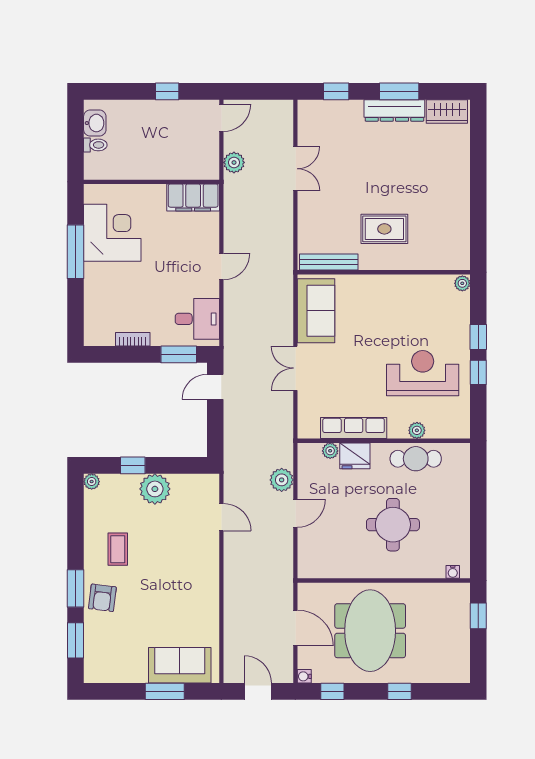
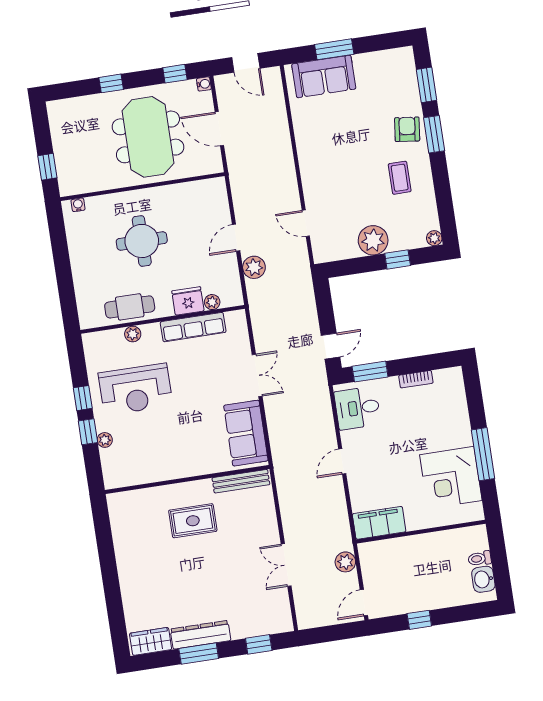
plant: (462, 283) -> (105, 440), moved

